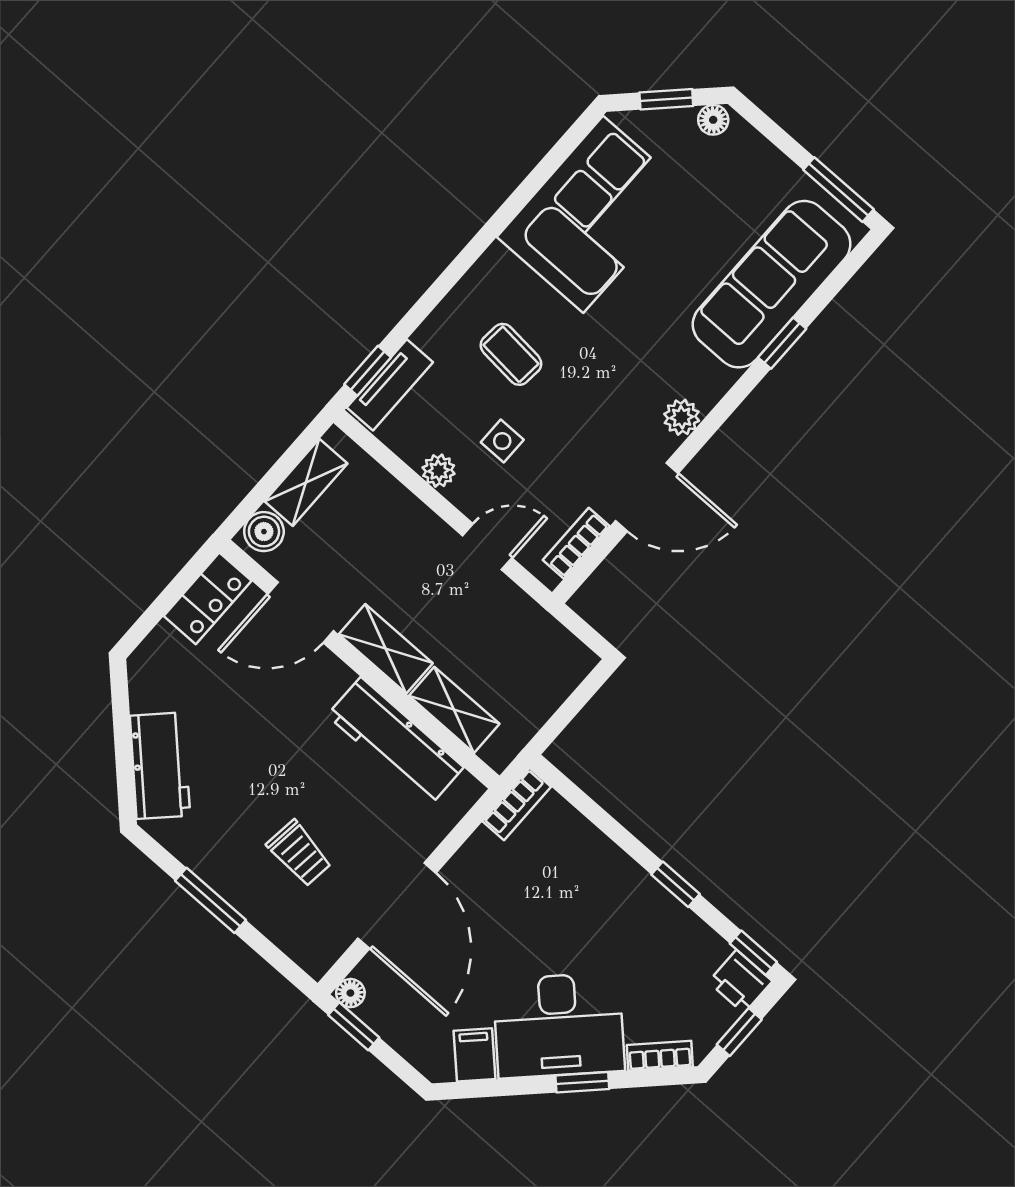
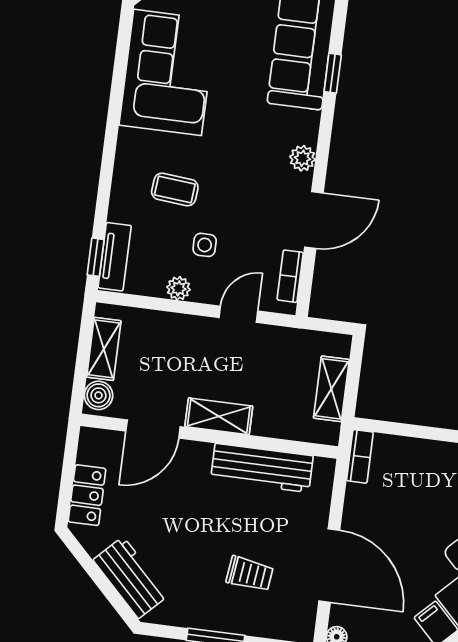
locker: (208, 598) -> (87, 495), moved
shelving: (454, 710) -> (331, 389), moved, turned 90

